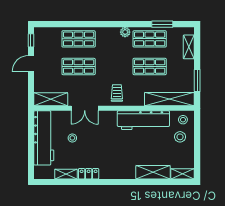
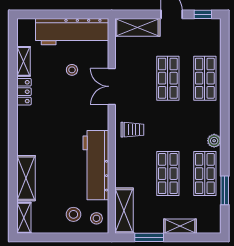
shelving: (189, 47) -> (180, 226), moved
shelving: (51, 99) -> (137, 27), moved, turned 90
shelving: (169, 99) -> (124, 211), width x0.68

